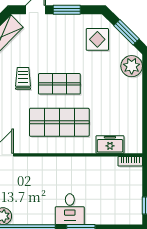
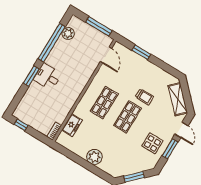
display table: (97, 39) -> (152, 143), moved
plant: (132, 66) -> (94, 157), moved
shop shelf: (59, 122) -> (104, 103), width x0.70, depth x0.74

